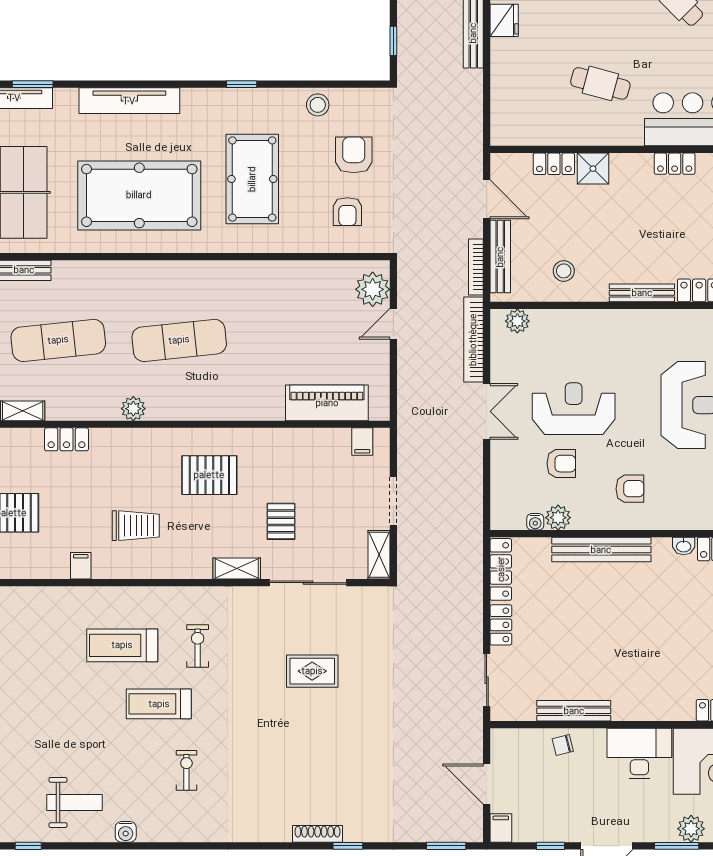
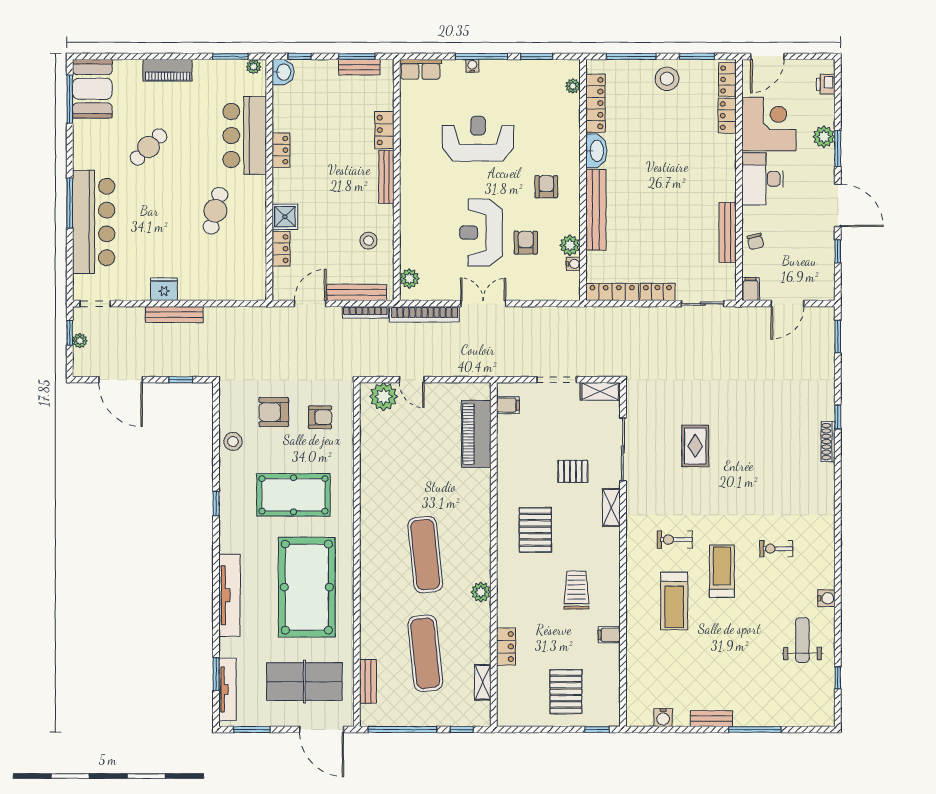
washbasin: (684, 546) -> (596, 151), width x1.91, depth x1.45
treadmill: (159, 704) -> (722, 571), turned 180
filing cabinet: (501, 828) -> (751, 289), moved, turned 90

